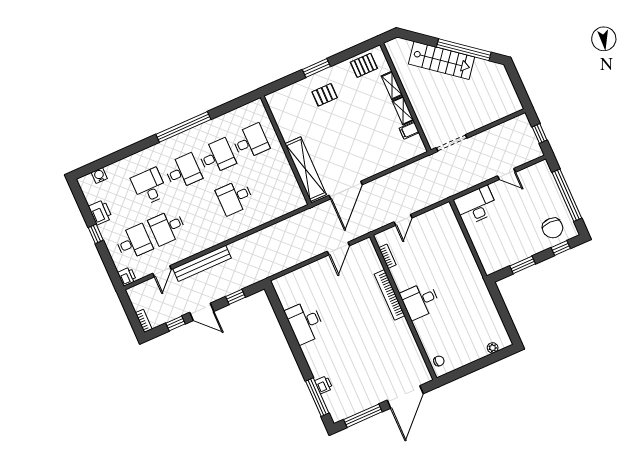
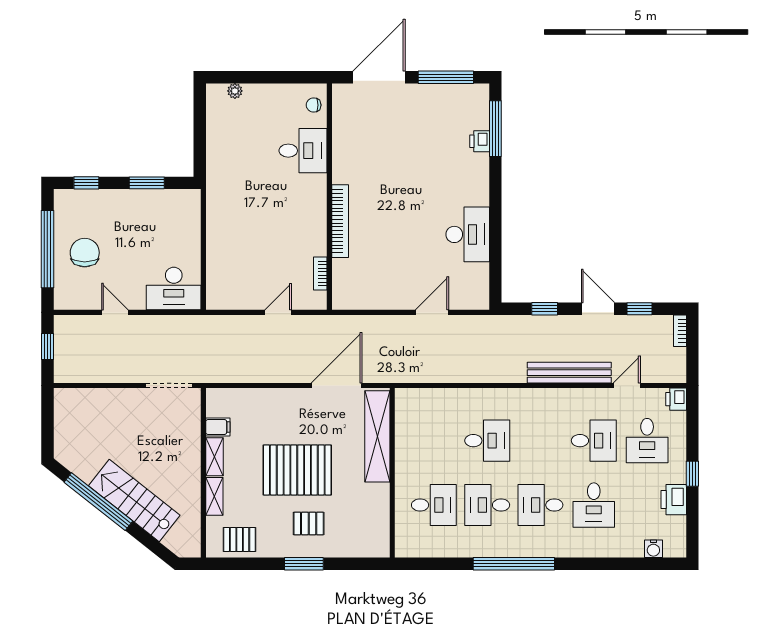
pallet: (347, 125) -> (297, 470), added
desk: (251, 142) -> (434, 505), turned 180
chair: (553, 228) -> (85, 253), moved
desk: (134, 242) -> (647, 441), turned -90
door: (338, 248) -> (432, 312), moved
desk: (420, 301) -> (303, 151), moved

